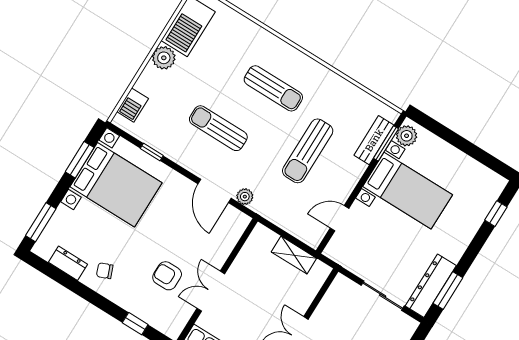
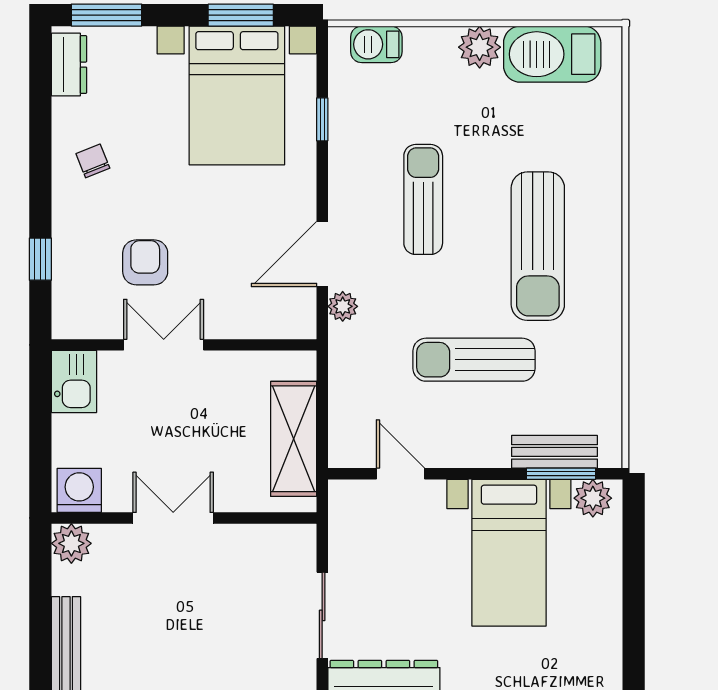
sun lounger: (273, 88) -> (538, 246), width x1.36, depth x1.34
shelving: (294, 255) -> (294, 439), width x1.50, depth x1.33
dresser: (68, 263) -> (69, 65), moved

